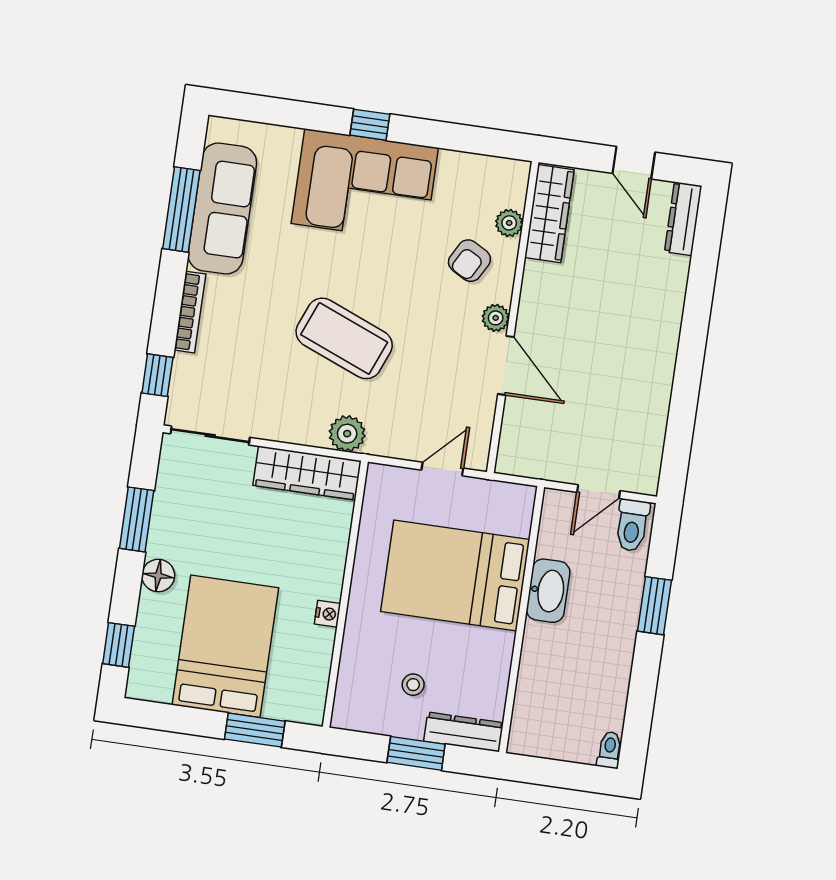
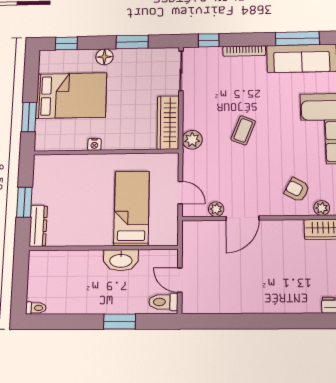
plant: (496, 318) -> (216, 209), moved
coffee table: (344, 338) -> (243, 130), width x0.54, depth x0.58
bed: (455, 575) -> (132, 208), width x0.67
stool: (413, 685) -> (61, 195), removed

